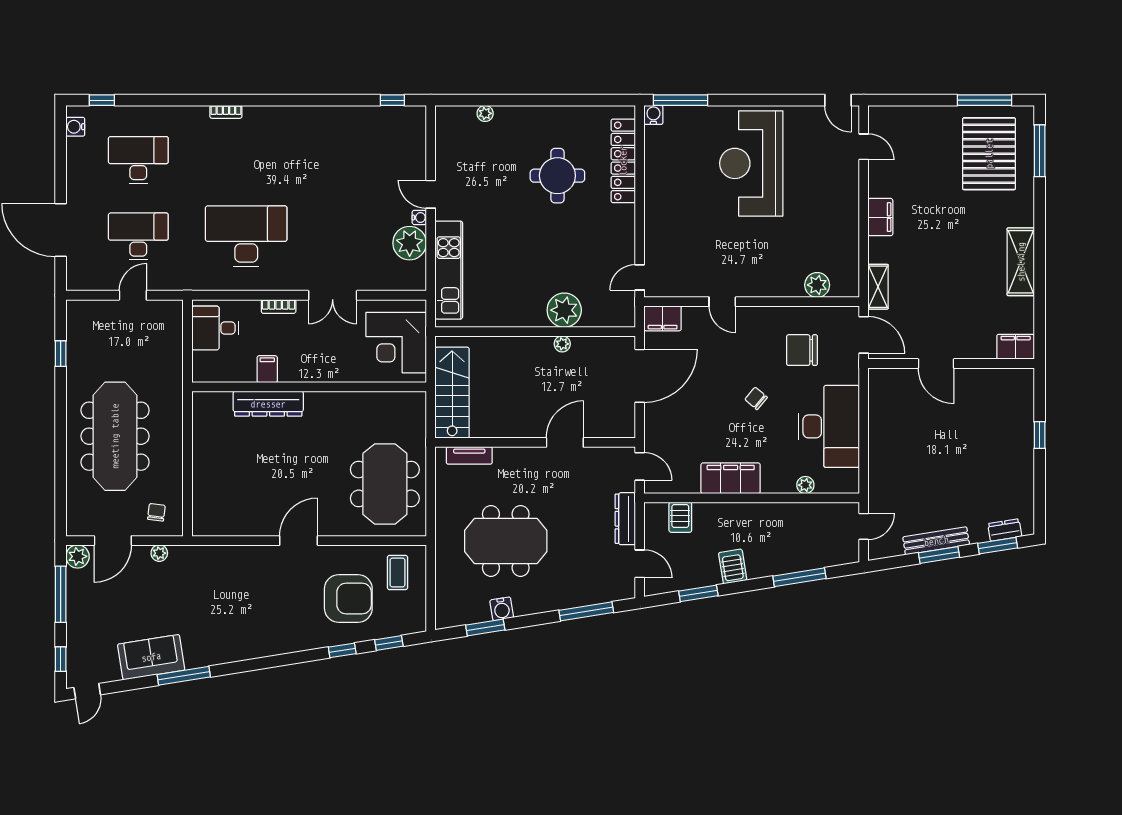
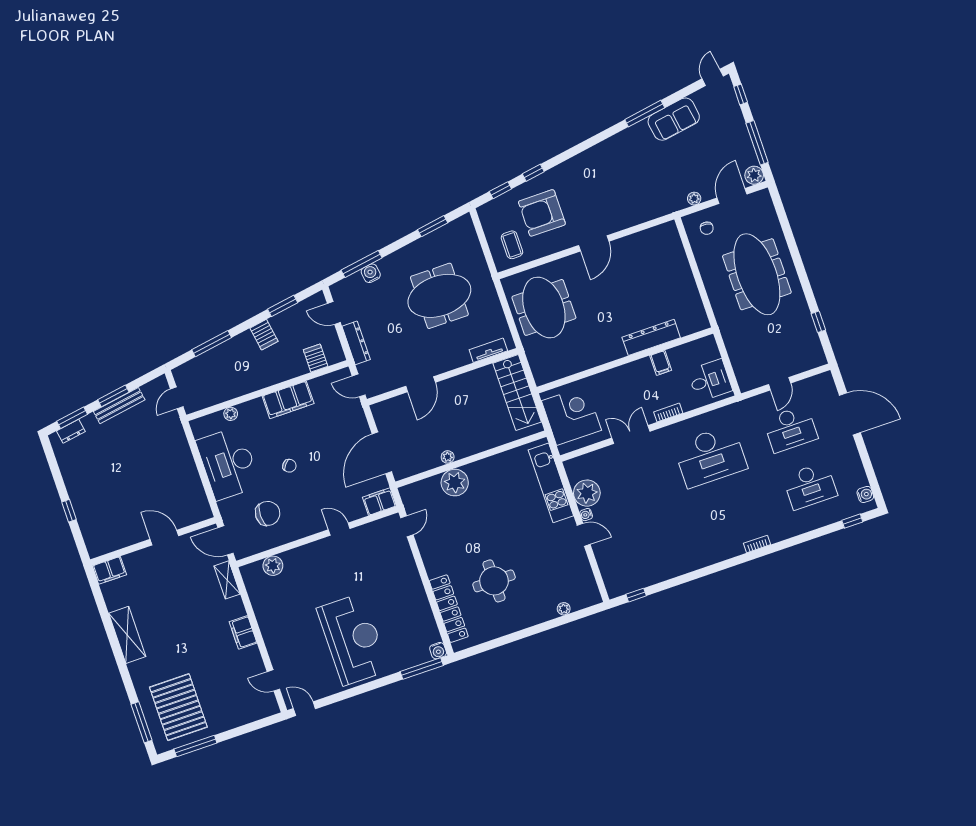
water cooler: (502, 609) -> (371, 273), moved

